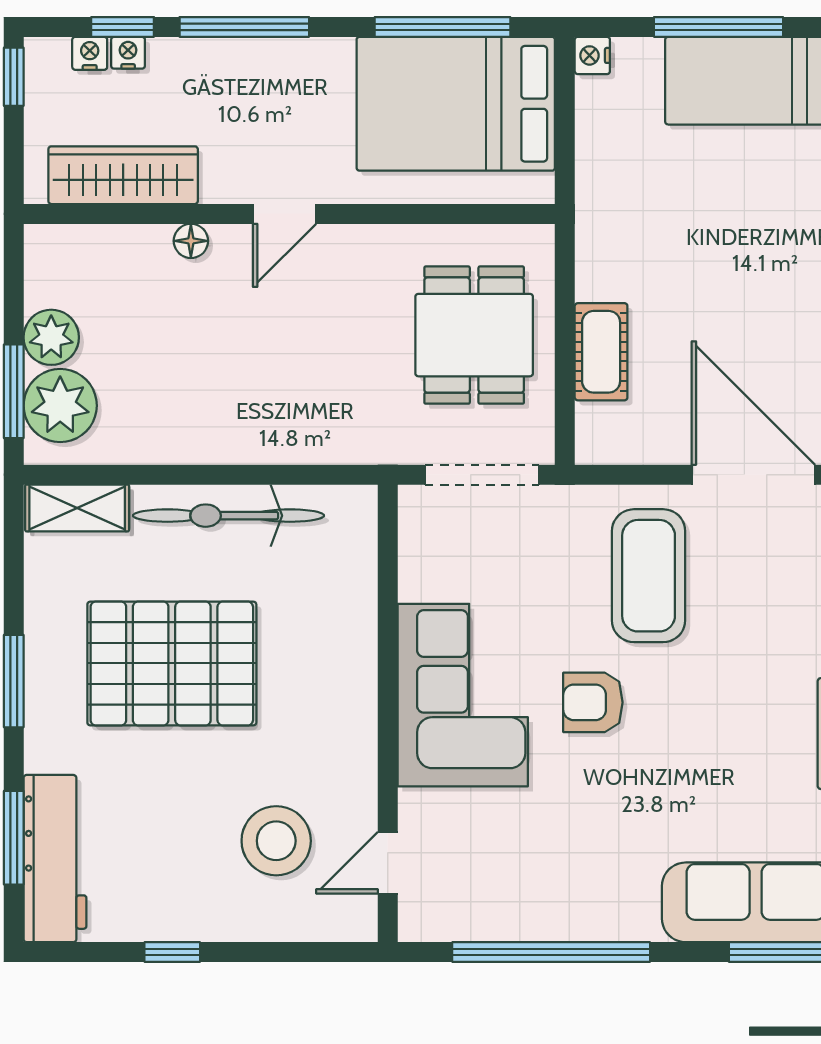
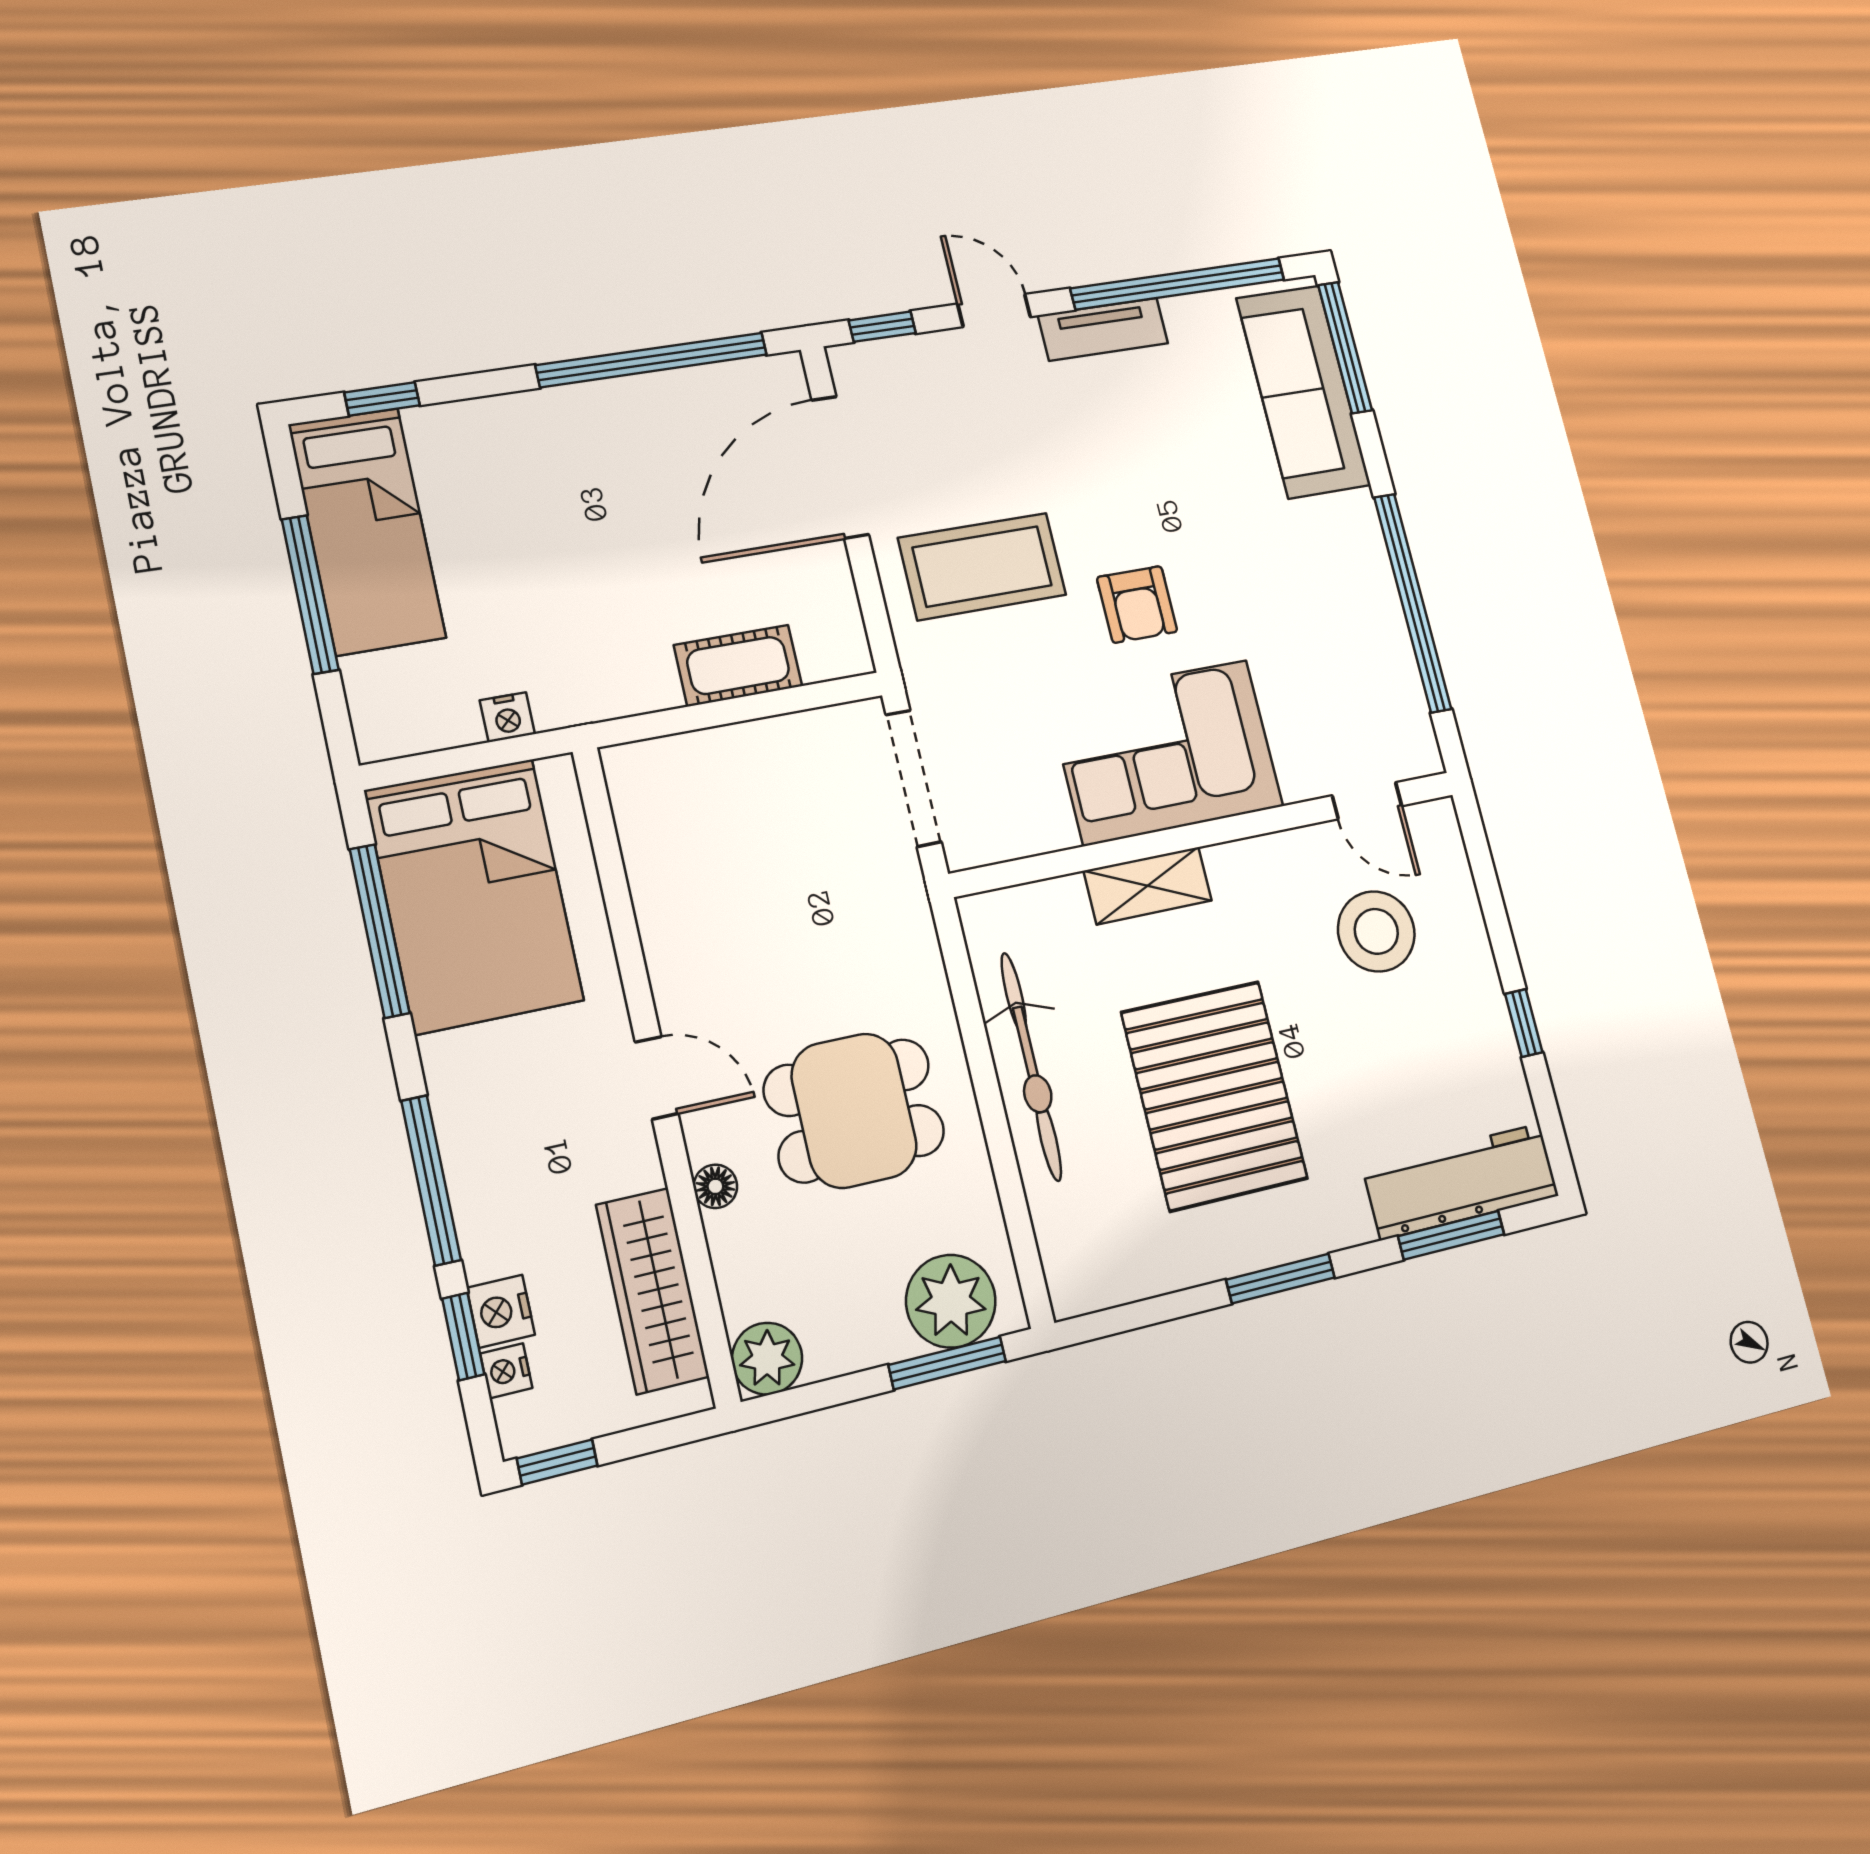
nightstand: (128, 53) -> (501, 1311), width x1.39, depth x1.35
nightstand: (592, 55) -> (507, 717), moved
dining table: (474, 335) -> (854, 1111), moved
plant: (51, 337) -> (767, 1359), moved
shelving: (77, 508) -> (1148, 886), moved, turned 90

